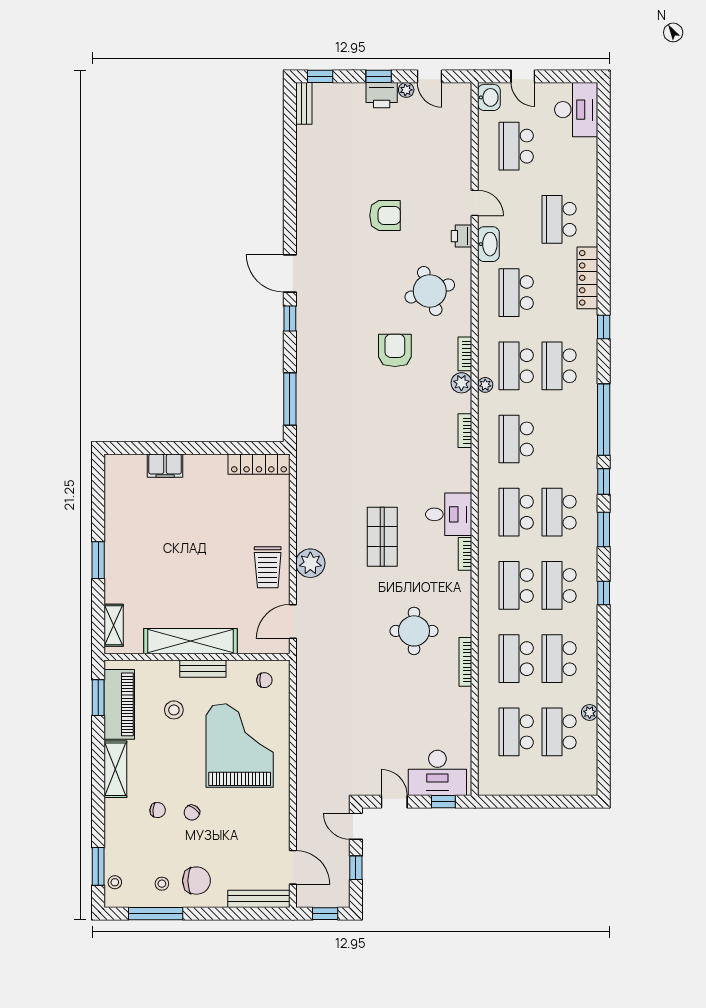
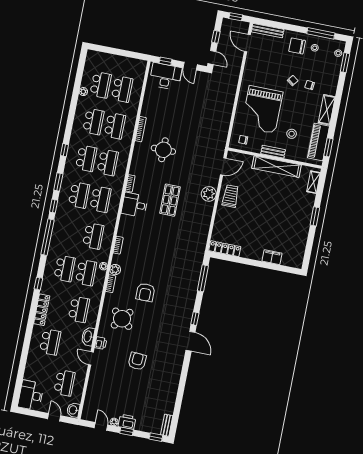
armchair: (385, 215) -> (137, 361), turned 94
round table: (430, 291) -> (122, 319), turned -33

